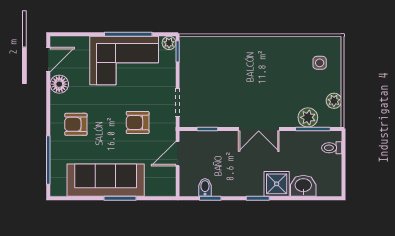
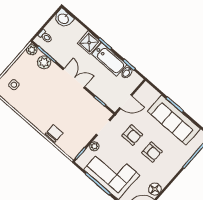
plant: (169, 43) -> (94, 146), moved
chair: (227, 48) -> (54, 134), added
plant: (334, 101) -> (32, 50), moved
armchair: (76, 124) -> (152, 152), moved
bathtub: (238, 185) -> (109, 59), added
washbasin: (303, 186) -> (64, 18), moved

